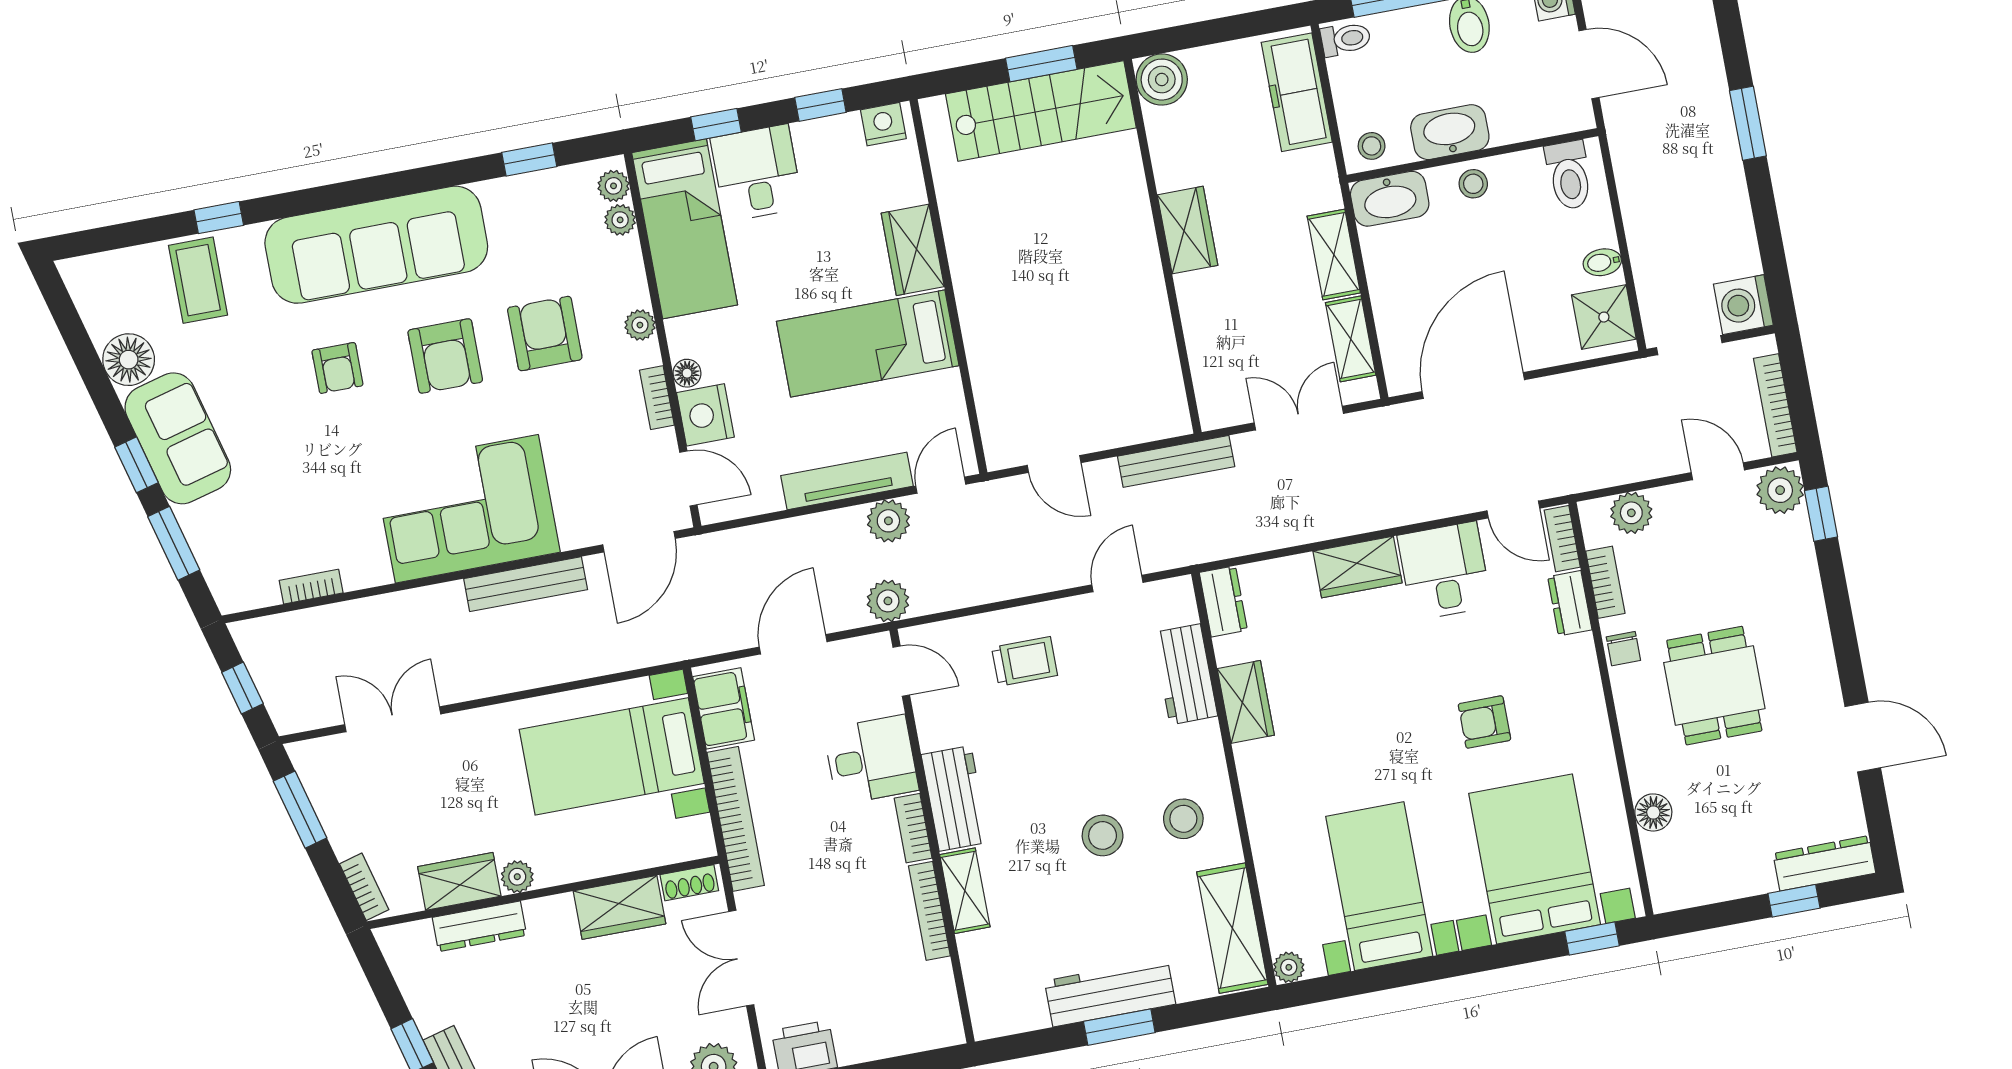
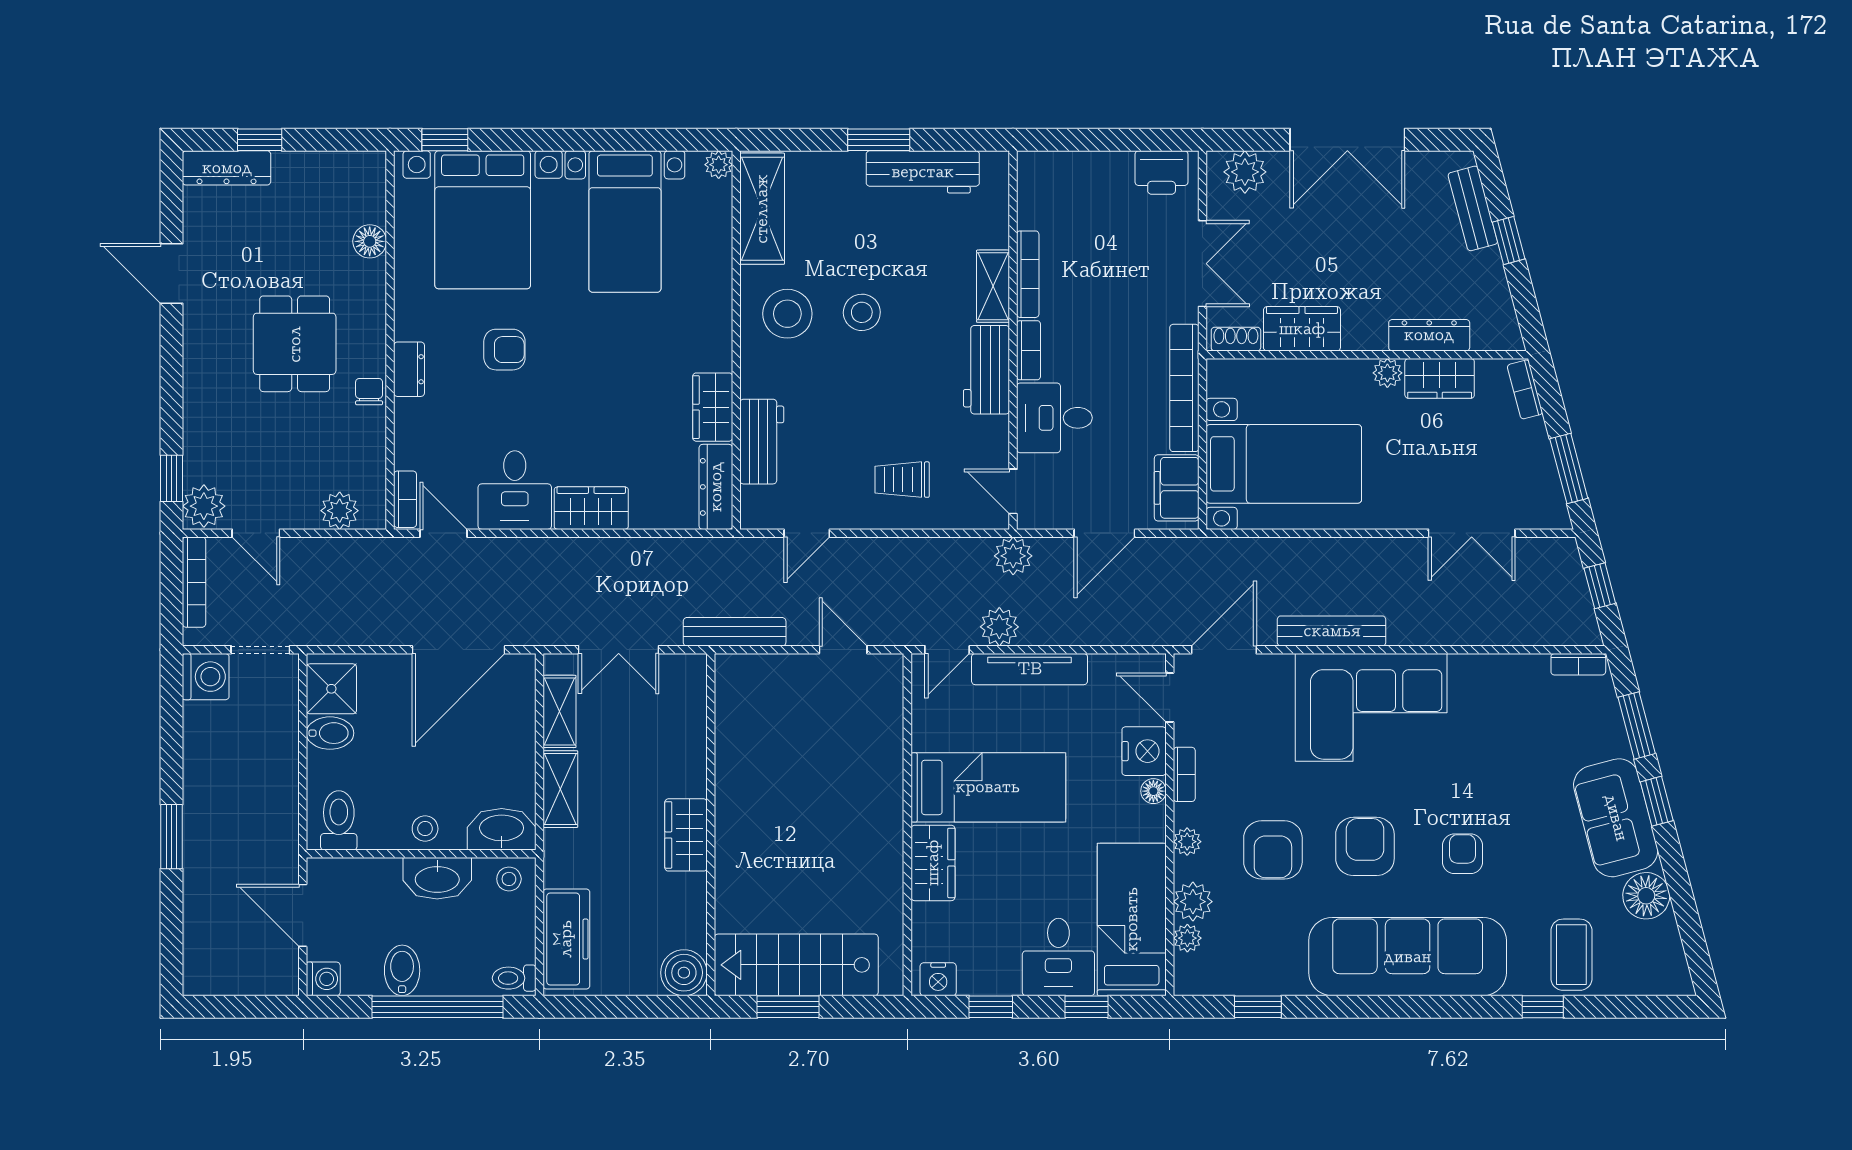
plant: (614, 186) -> (1193, 902), moved, width x1.38, depth x1.38
bidet: (1602, 262) -> (330, 733), width x1.38, depth x1.36
bookcase: (1605, 582) -> (374, 453), removed
bookcase: (311, 587) -> (1578, 664), moved
dresser: (1223, 601) -> (716, 487), width x1.44
dresser: (1570, 603) -> (409, 369), moved
stool: (1183, 819) -> (787, 314), width x1.38, depth x1.38
workbench: (1110, 993) -> (923, 172), moved

